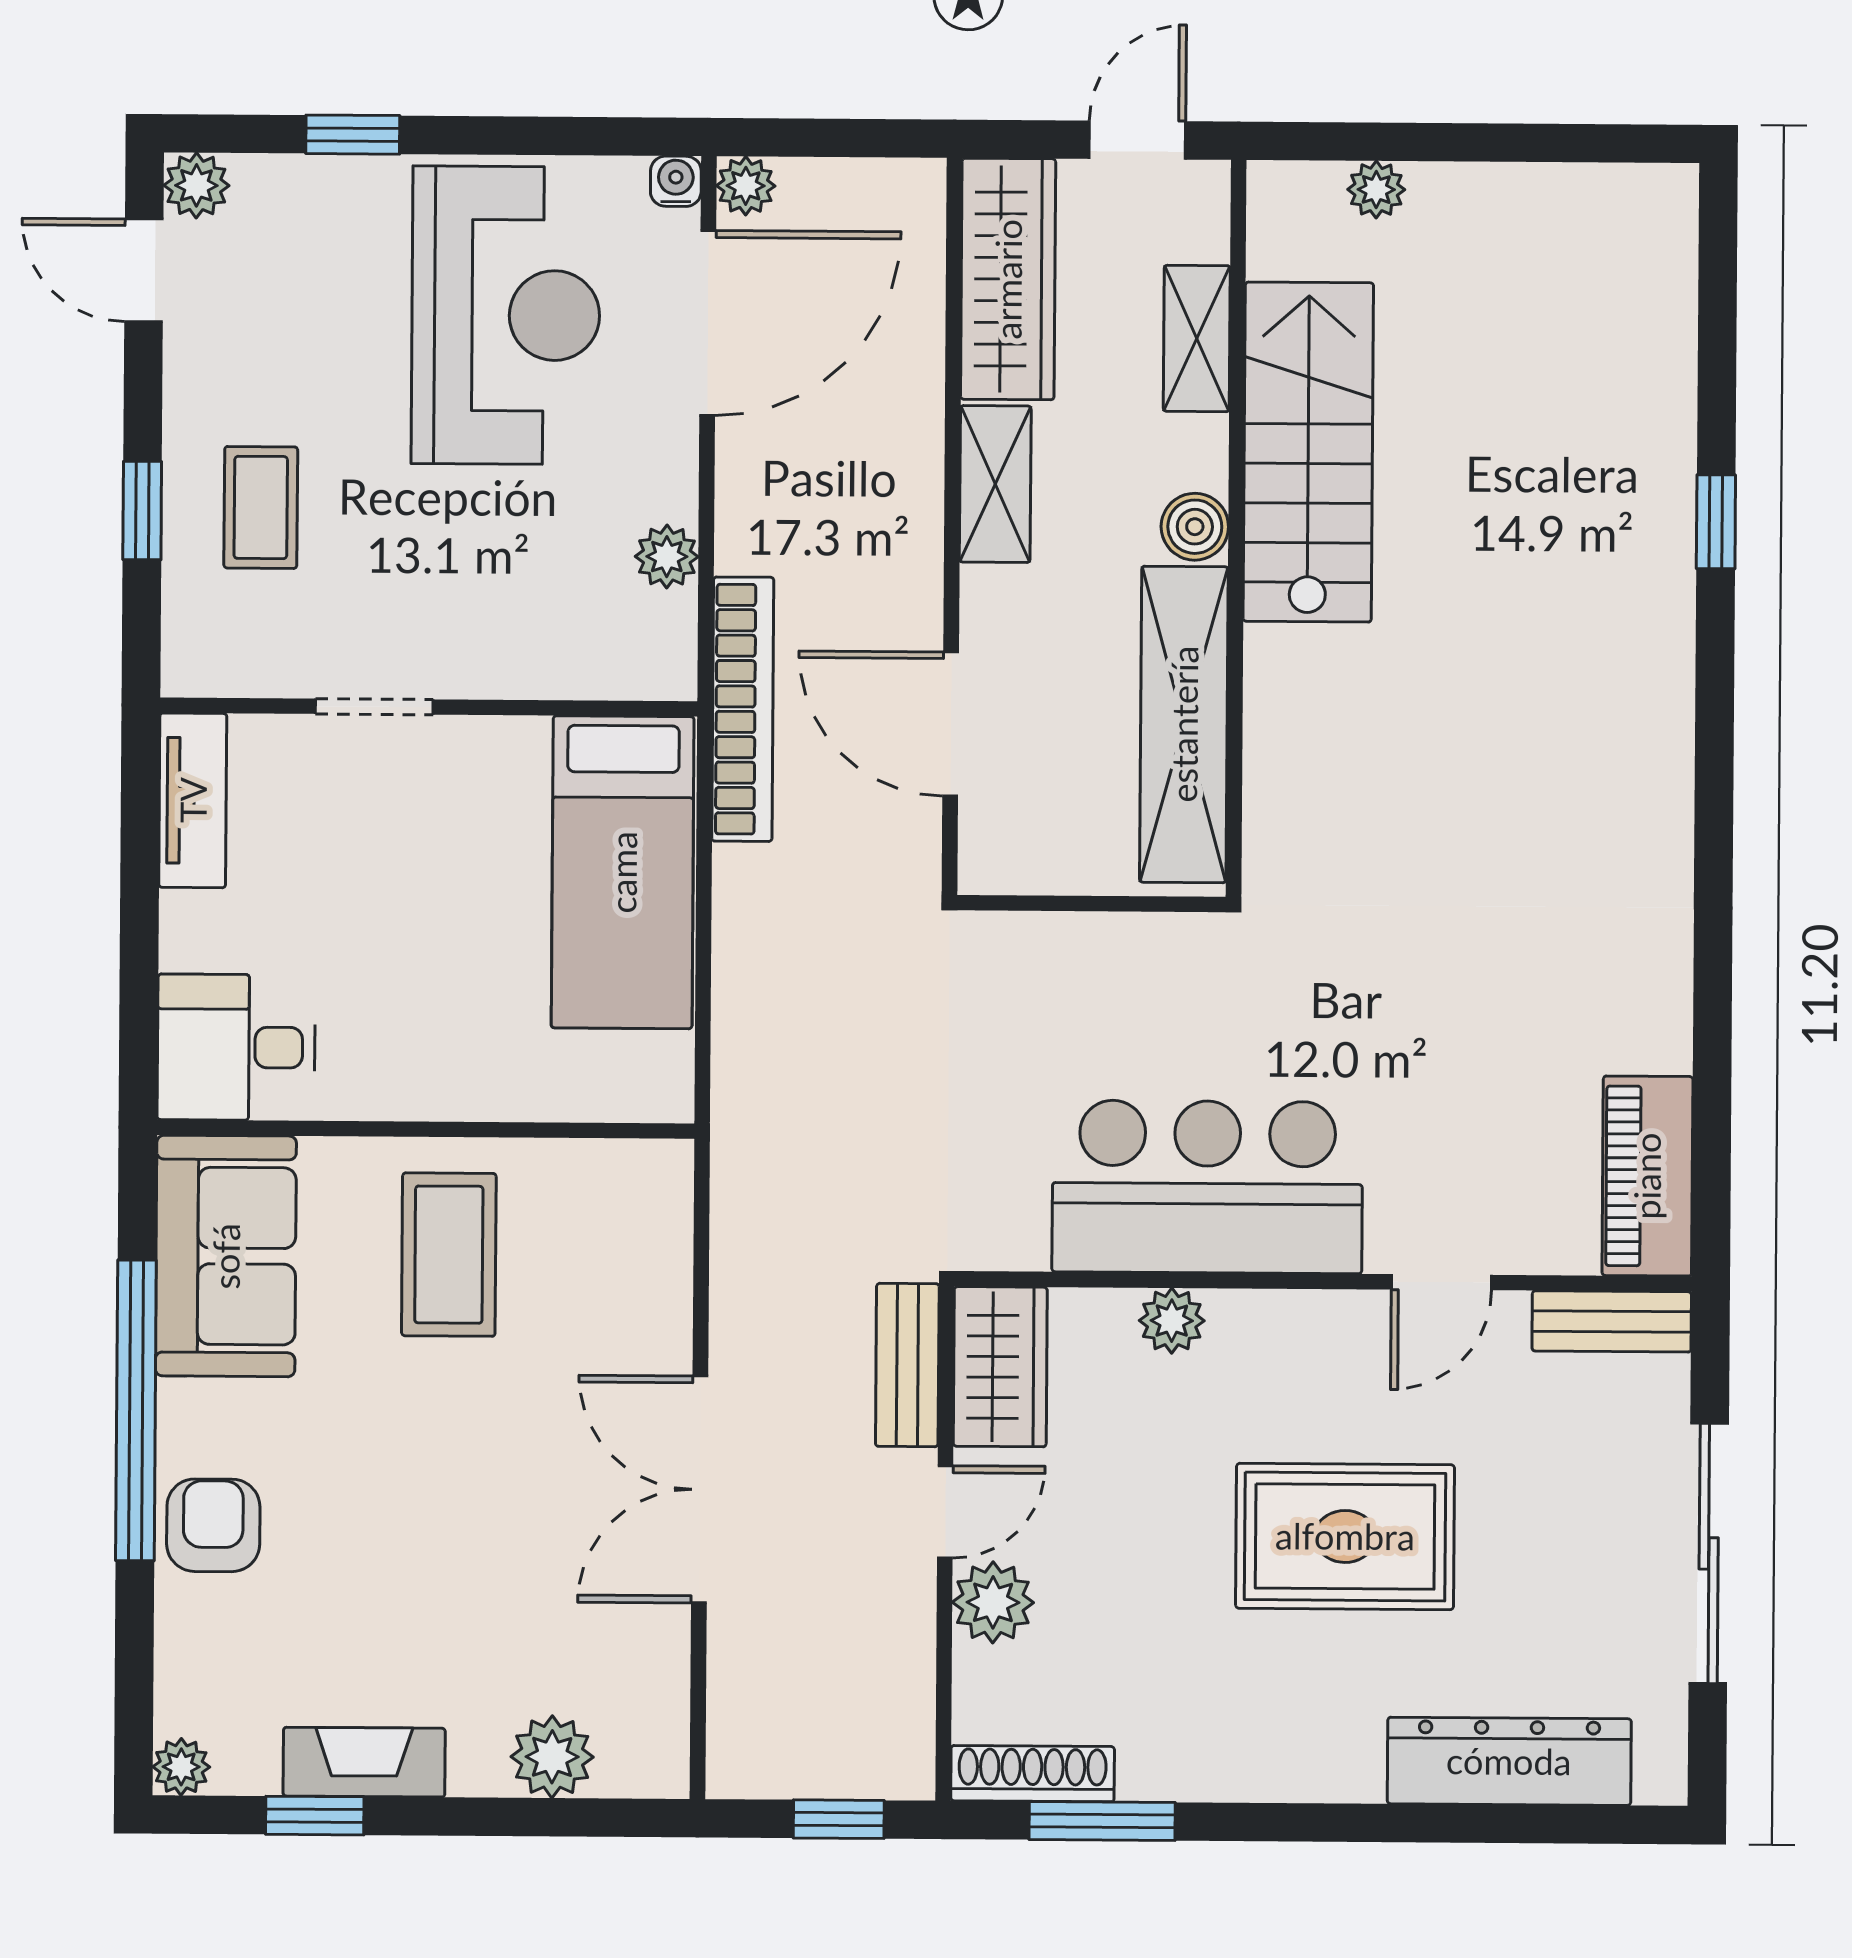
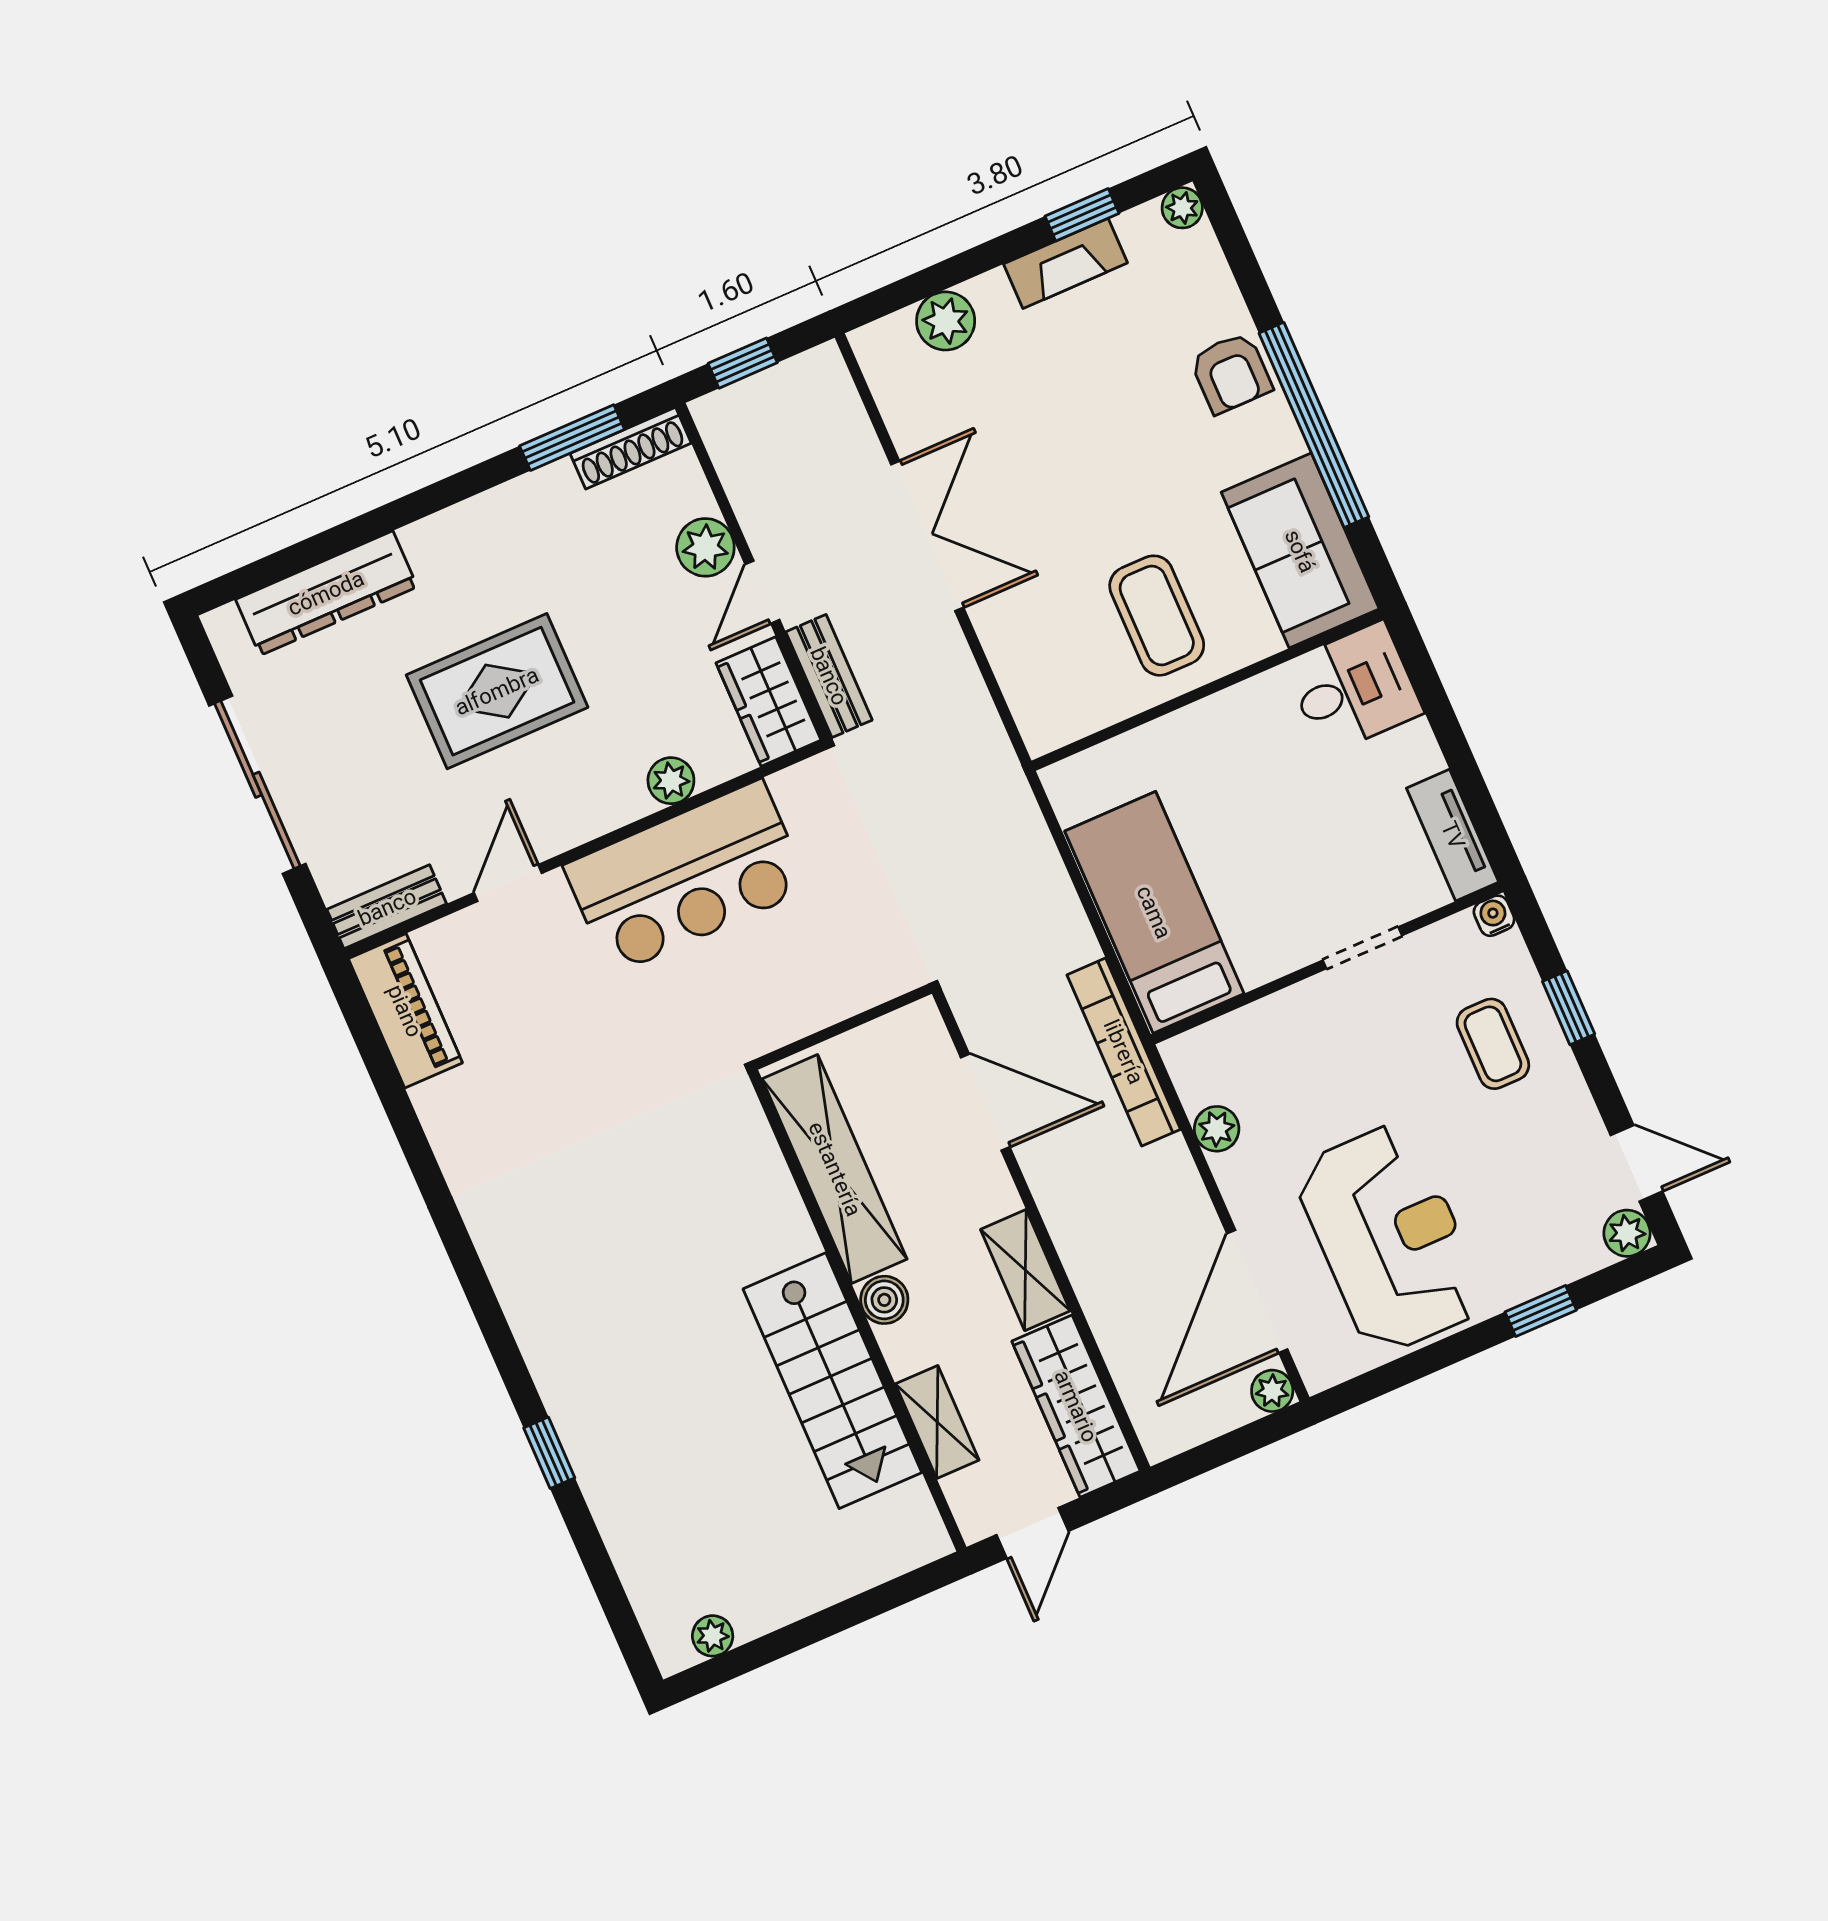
water cooler: (676, 181) -> (1494, 916), moved, turned 180
plant: (1376, 190) -> (713, 1636), moved
reception desk: (506, 315) -> (1390, 1238), turned 180

